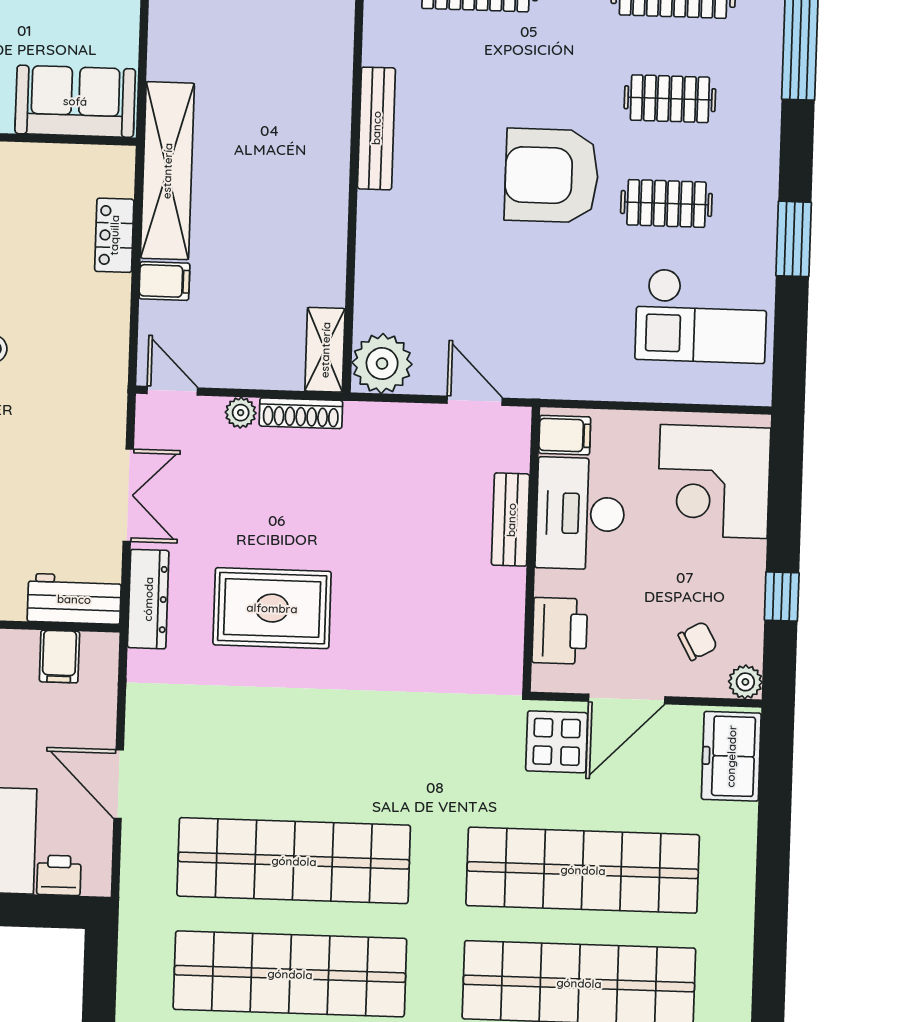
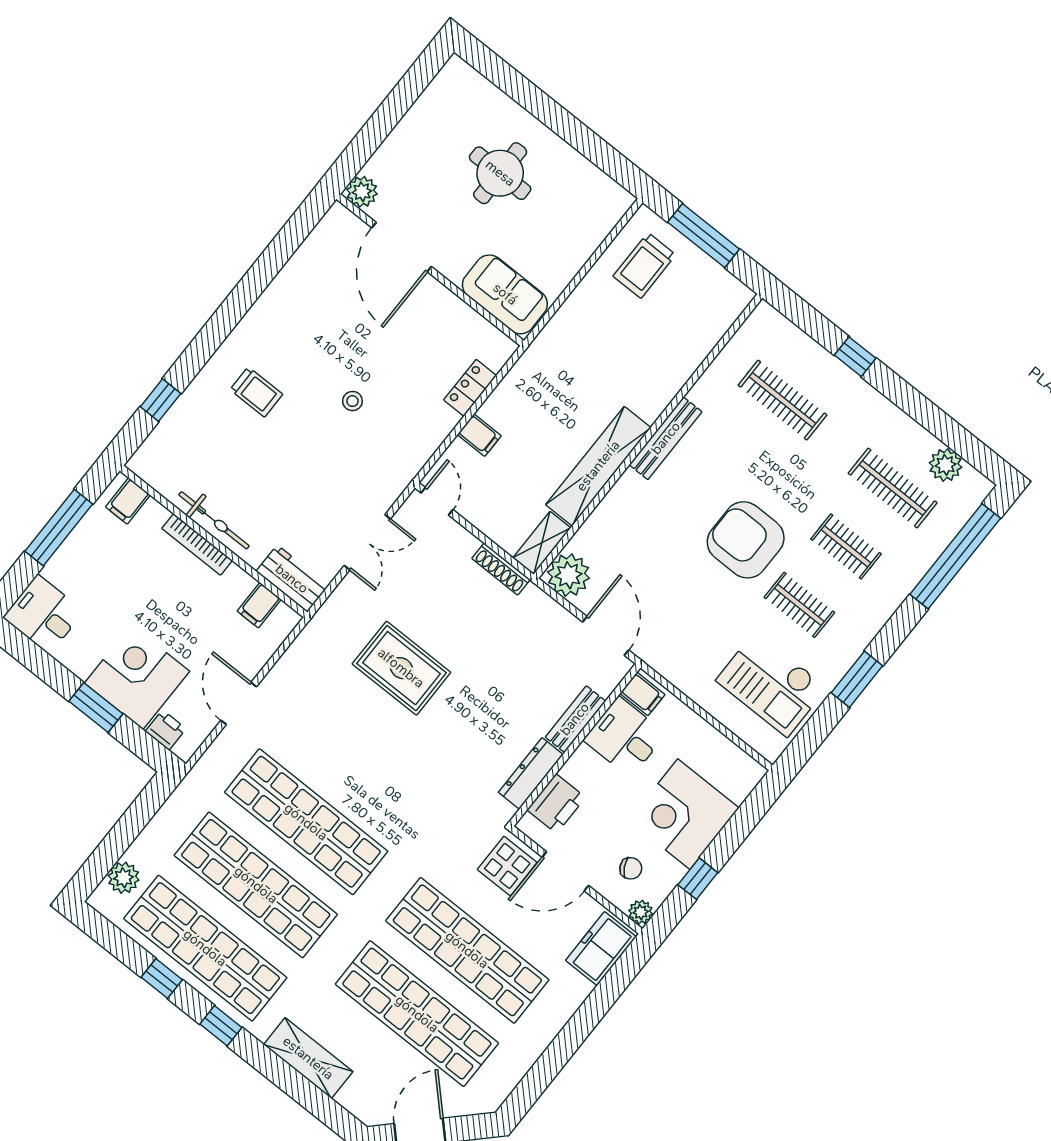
shelving: (167, 171) -> (598, 466), moved
door: (475, 401) -> (606, 636), width x1.38
plant: (241, 413) -> (467, 543), removed
corner desk: (714, 482) -> (684, 814), moved
desk: (580, 514) -> (625, 737), width x0.73
dresser: (148, 599) -> (531, 773), moved, turned 180

